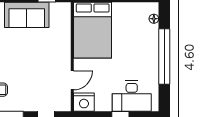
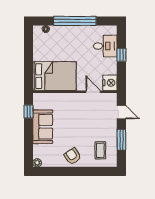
desk: (132, 96) -> (105, 46), width x0.73

